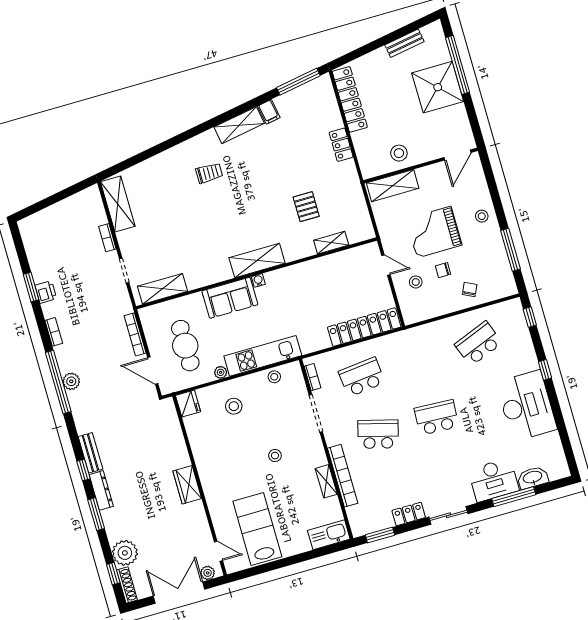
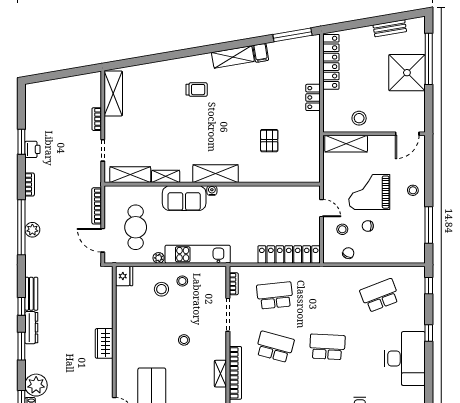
shelving: (331, 243) -> (166, 176), moved
chair: (470, 290) -> (348, 253), moved
stool: (274, 377) -> (182, 281), moved

